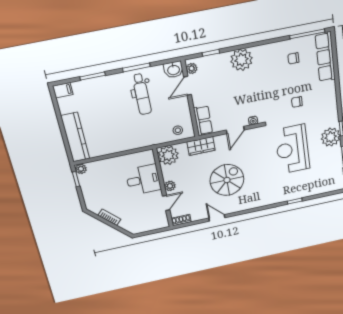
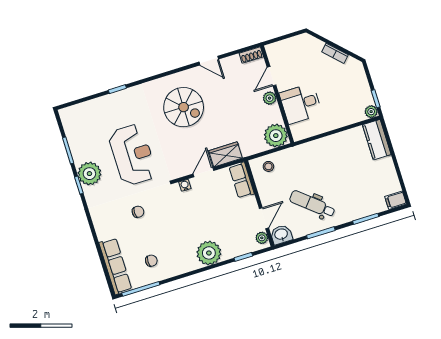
dental chair: (142, 94) -> (312, 204), turned -50
kitchen counter: (75, 137) -> (377, 140), width x0.67
wardrobe: (201, 146) -> (226, 154), moved
spiral stairs: (227, 180) -> (184, 107), moved, turned -90

